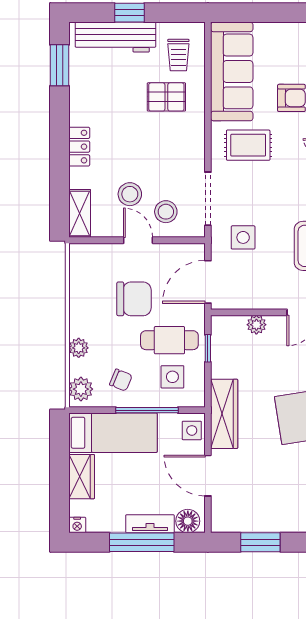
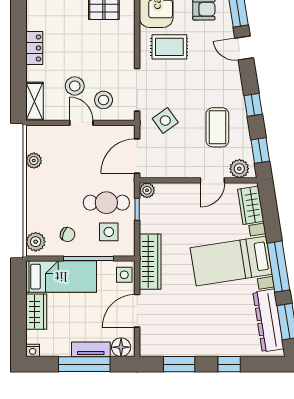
side table: (243, 237) -> (165, 121), turned -36
chair: (134, 299) -> (78, 170), removed
plant: (256, 325) -> (147, 190), moved
plant: (79, 348) -> (34, 161), moved
door: (208, 476) -> (137, 311), hinge flipped

